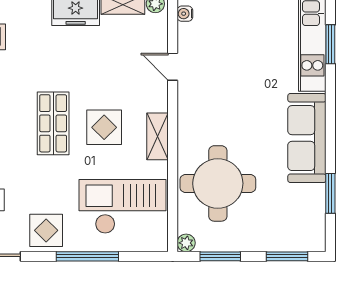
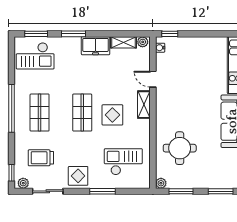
shelving: (157, 136) -> (144, 105), moved
round table: (218, 183) -> (180, 148), width x0.73, depth x0.73
checkout: (122, 207) -> (123, 162), width x0.73, depth x0.83
window: (87, 256) -> (103, 191), width x0.69

